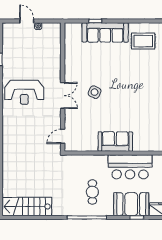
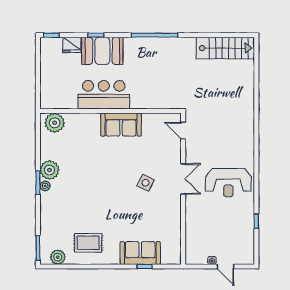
sofa: (105, 32) -> (140, 253), width x0.73
reception desk: (24, 92) -> (228, 183), turned 180
double door: (63, 95) -> (183, 179), swing flipped
door: (63, 136) -> (183, 131), swing flipped
cafe table: (92, 192) -> (148, 65), removed

